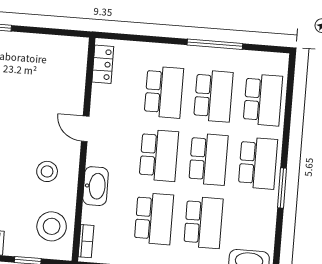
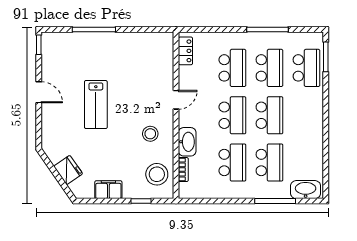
door: (85, 129) -> (176, 100), swing flipped
school desk: (258, 163) -> (306, 115), removed
window: (282, 188) -> (326, 57), moved
bookcase: (86, 241) -> (183, 170), moved

